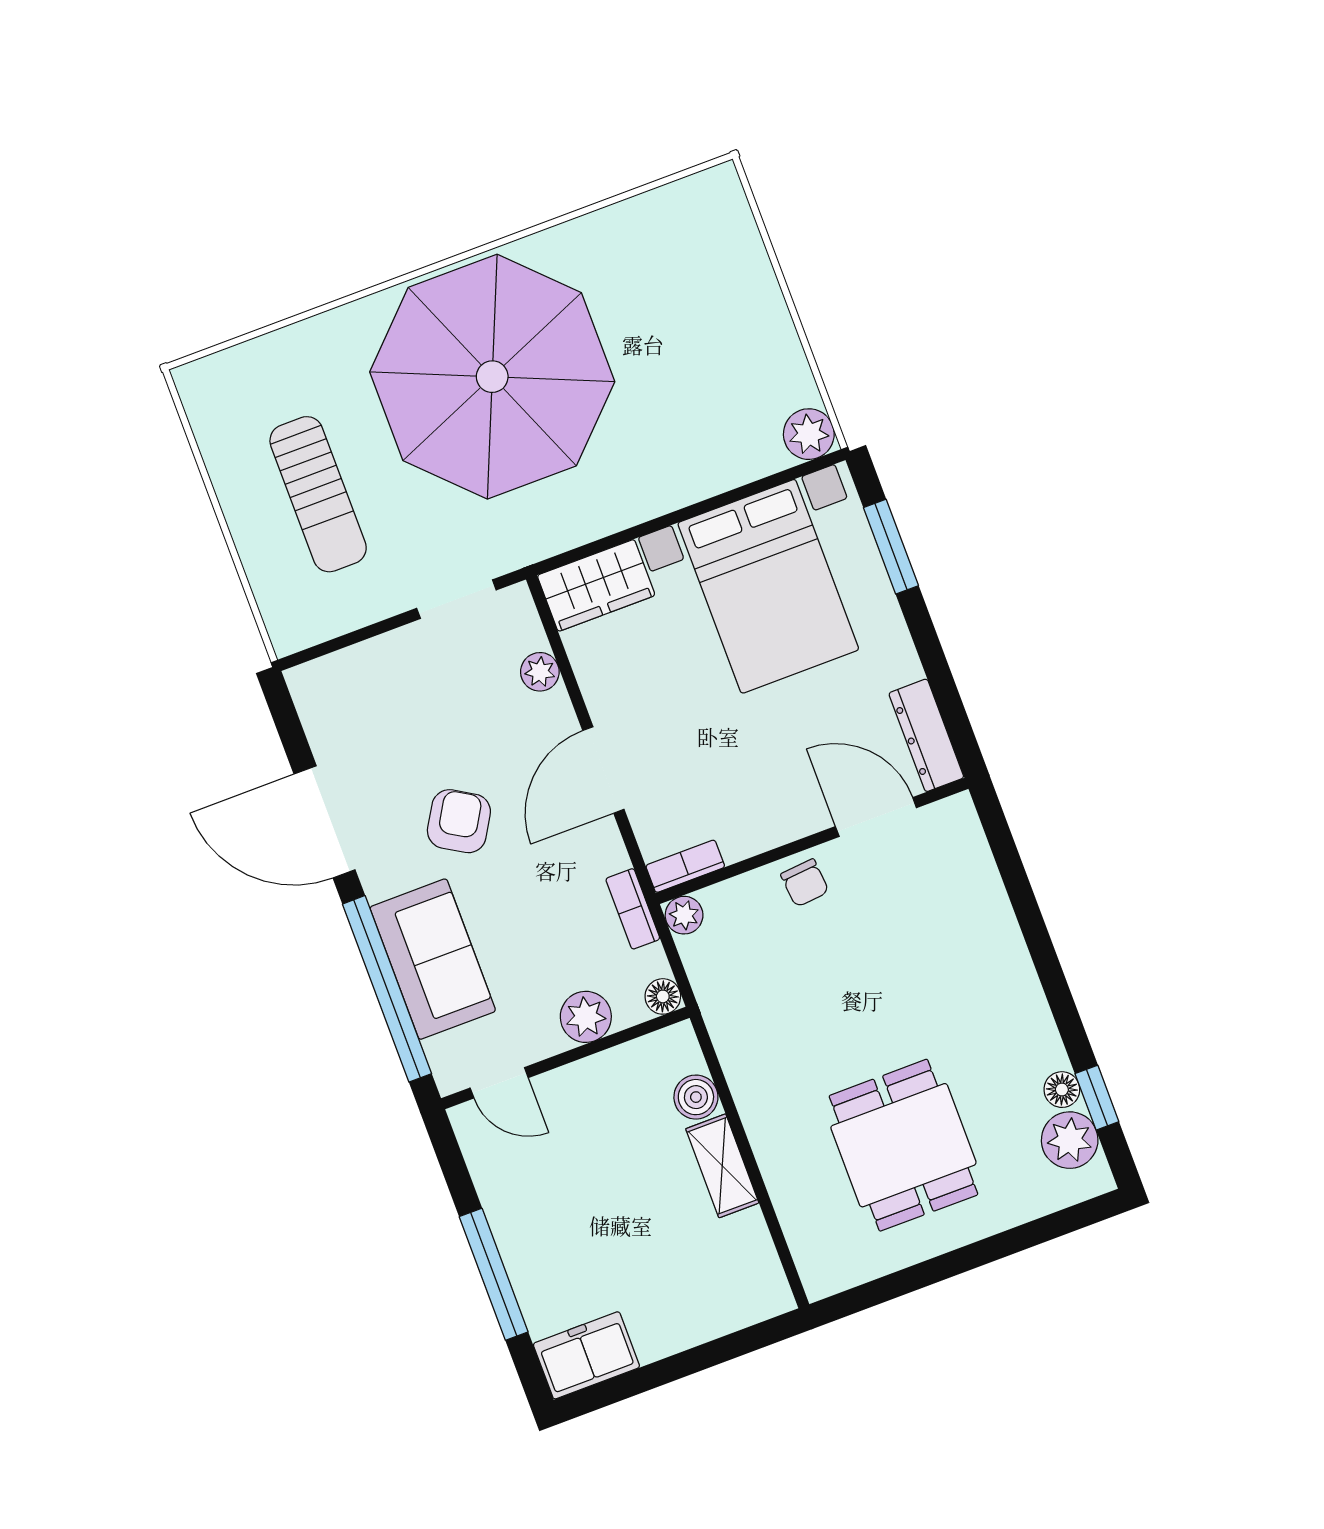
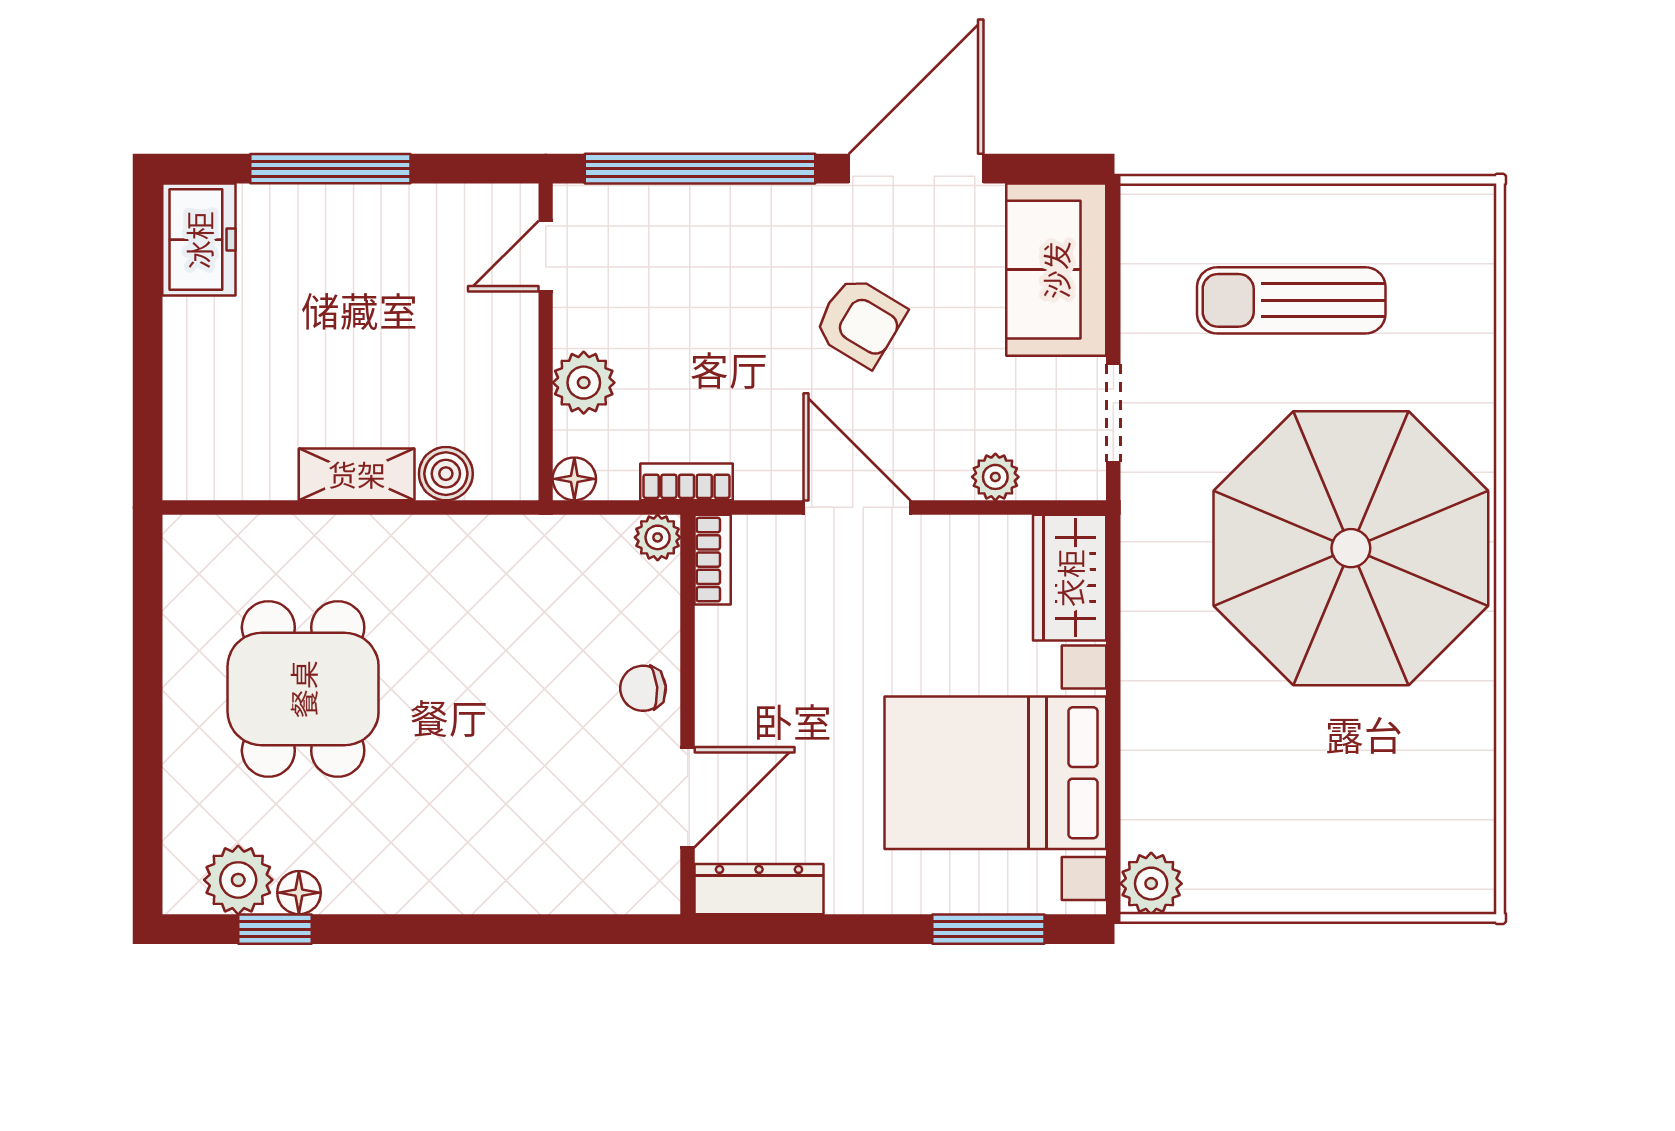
sofa: (433, 959) -> (1056, 270), moved, turned 90
dining table: (903, 1145) -> (303, 689), turned 90

